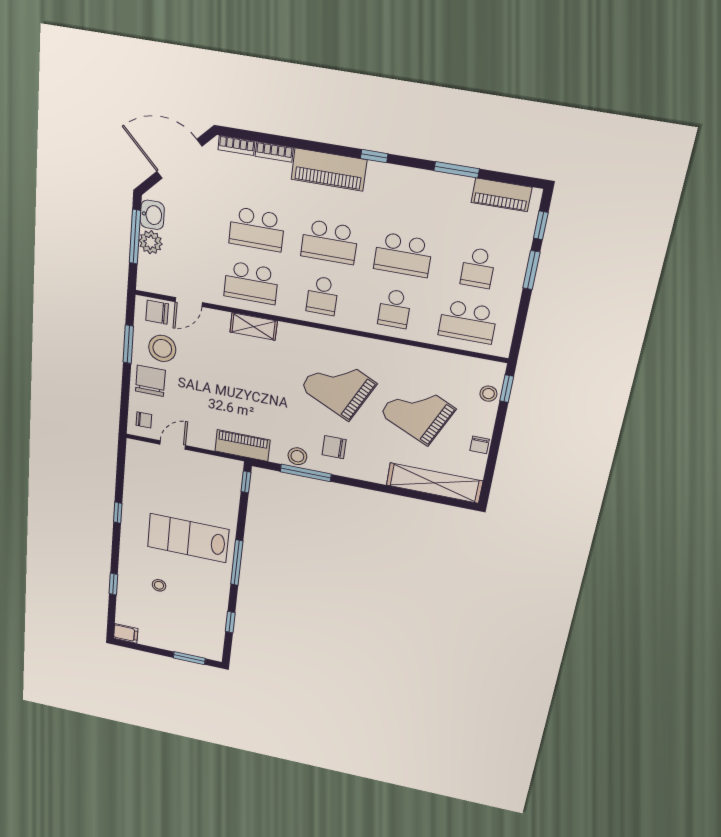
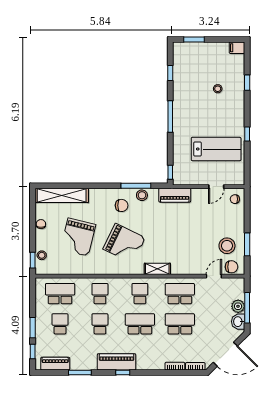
piano: (329, 170) -> (117, 362), moved
school desk: (403, 255) -> (100, 324), width x0.54
shelving: (254, 326) -> (157, 269), moved
chair: (150, 381) -> (233, 225), removed
grand piano: (418, 411) -> (78, 237), turned 79
lab bench: (188, 538) -> (216, 149), moved

